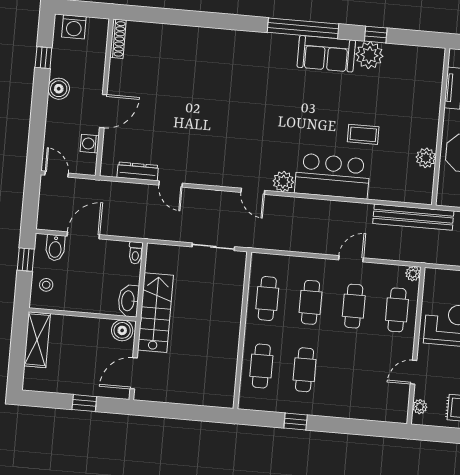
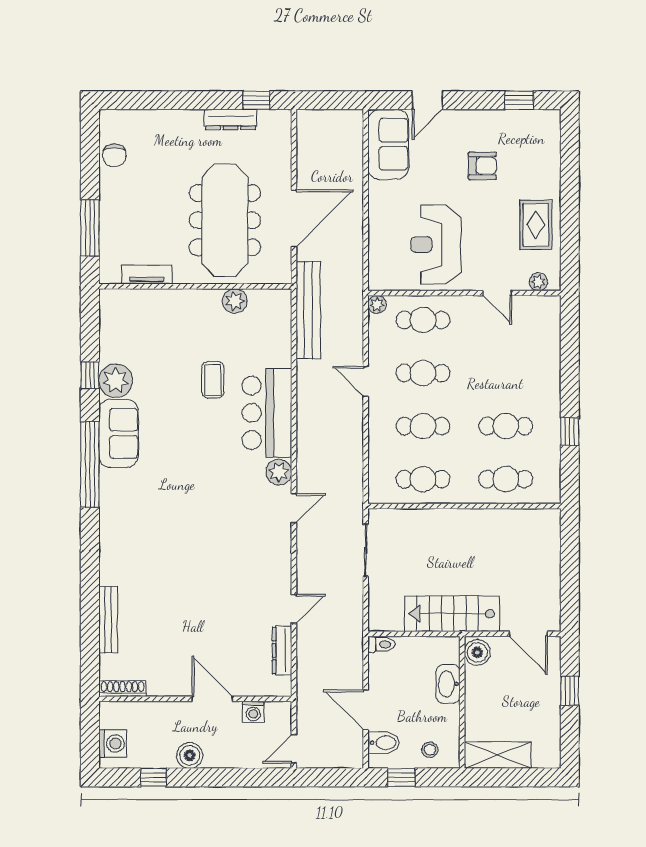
bench: (175, 32) -> (108, 620), added
washbasin: (128, 301) -> (448, 684), moved, turned 90

